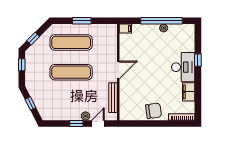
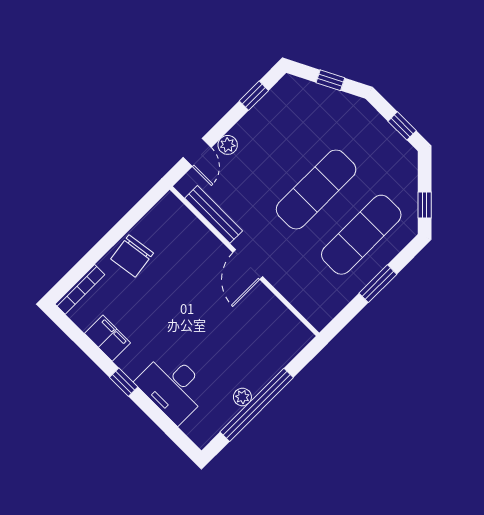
filing cabinet: (125, 29) -> (300, 338), removed
window: (33, 39) -> (425, 205), moved
window: (198, 60) -> (124, 382), moved
desk: (183, 67) -> (173, 387), moved
window: (76, 124) -> (254, 96), moved

